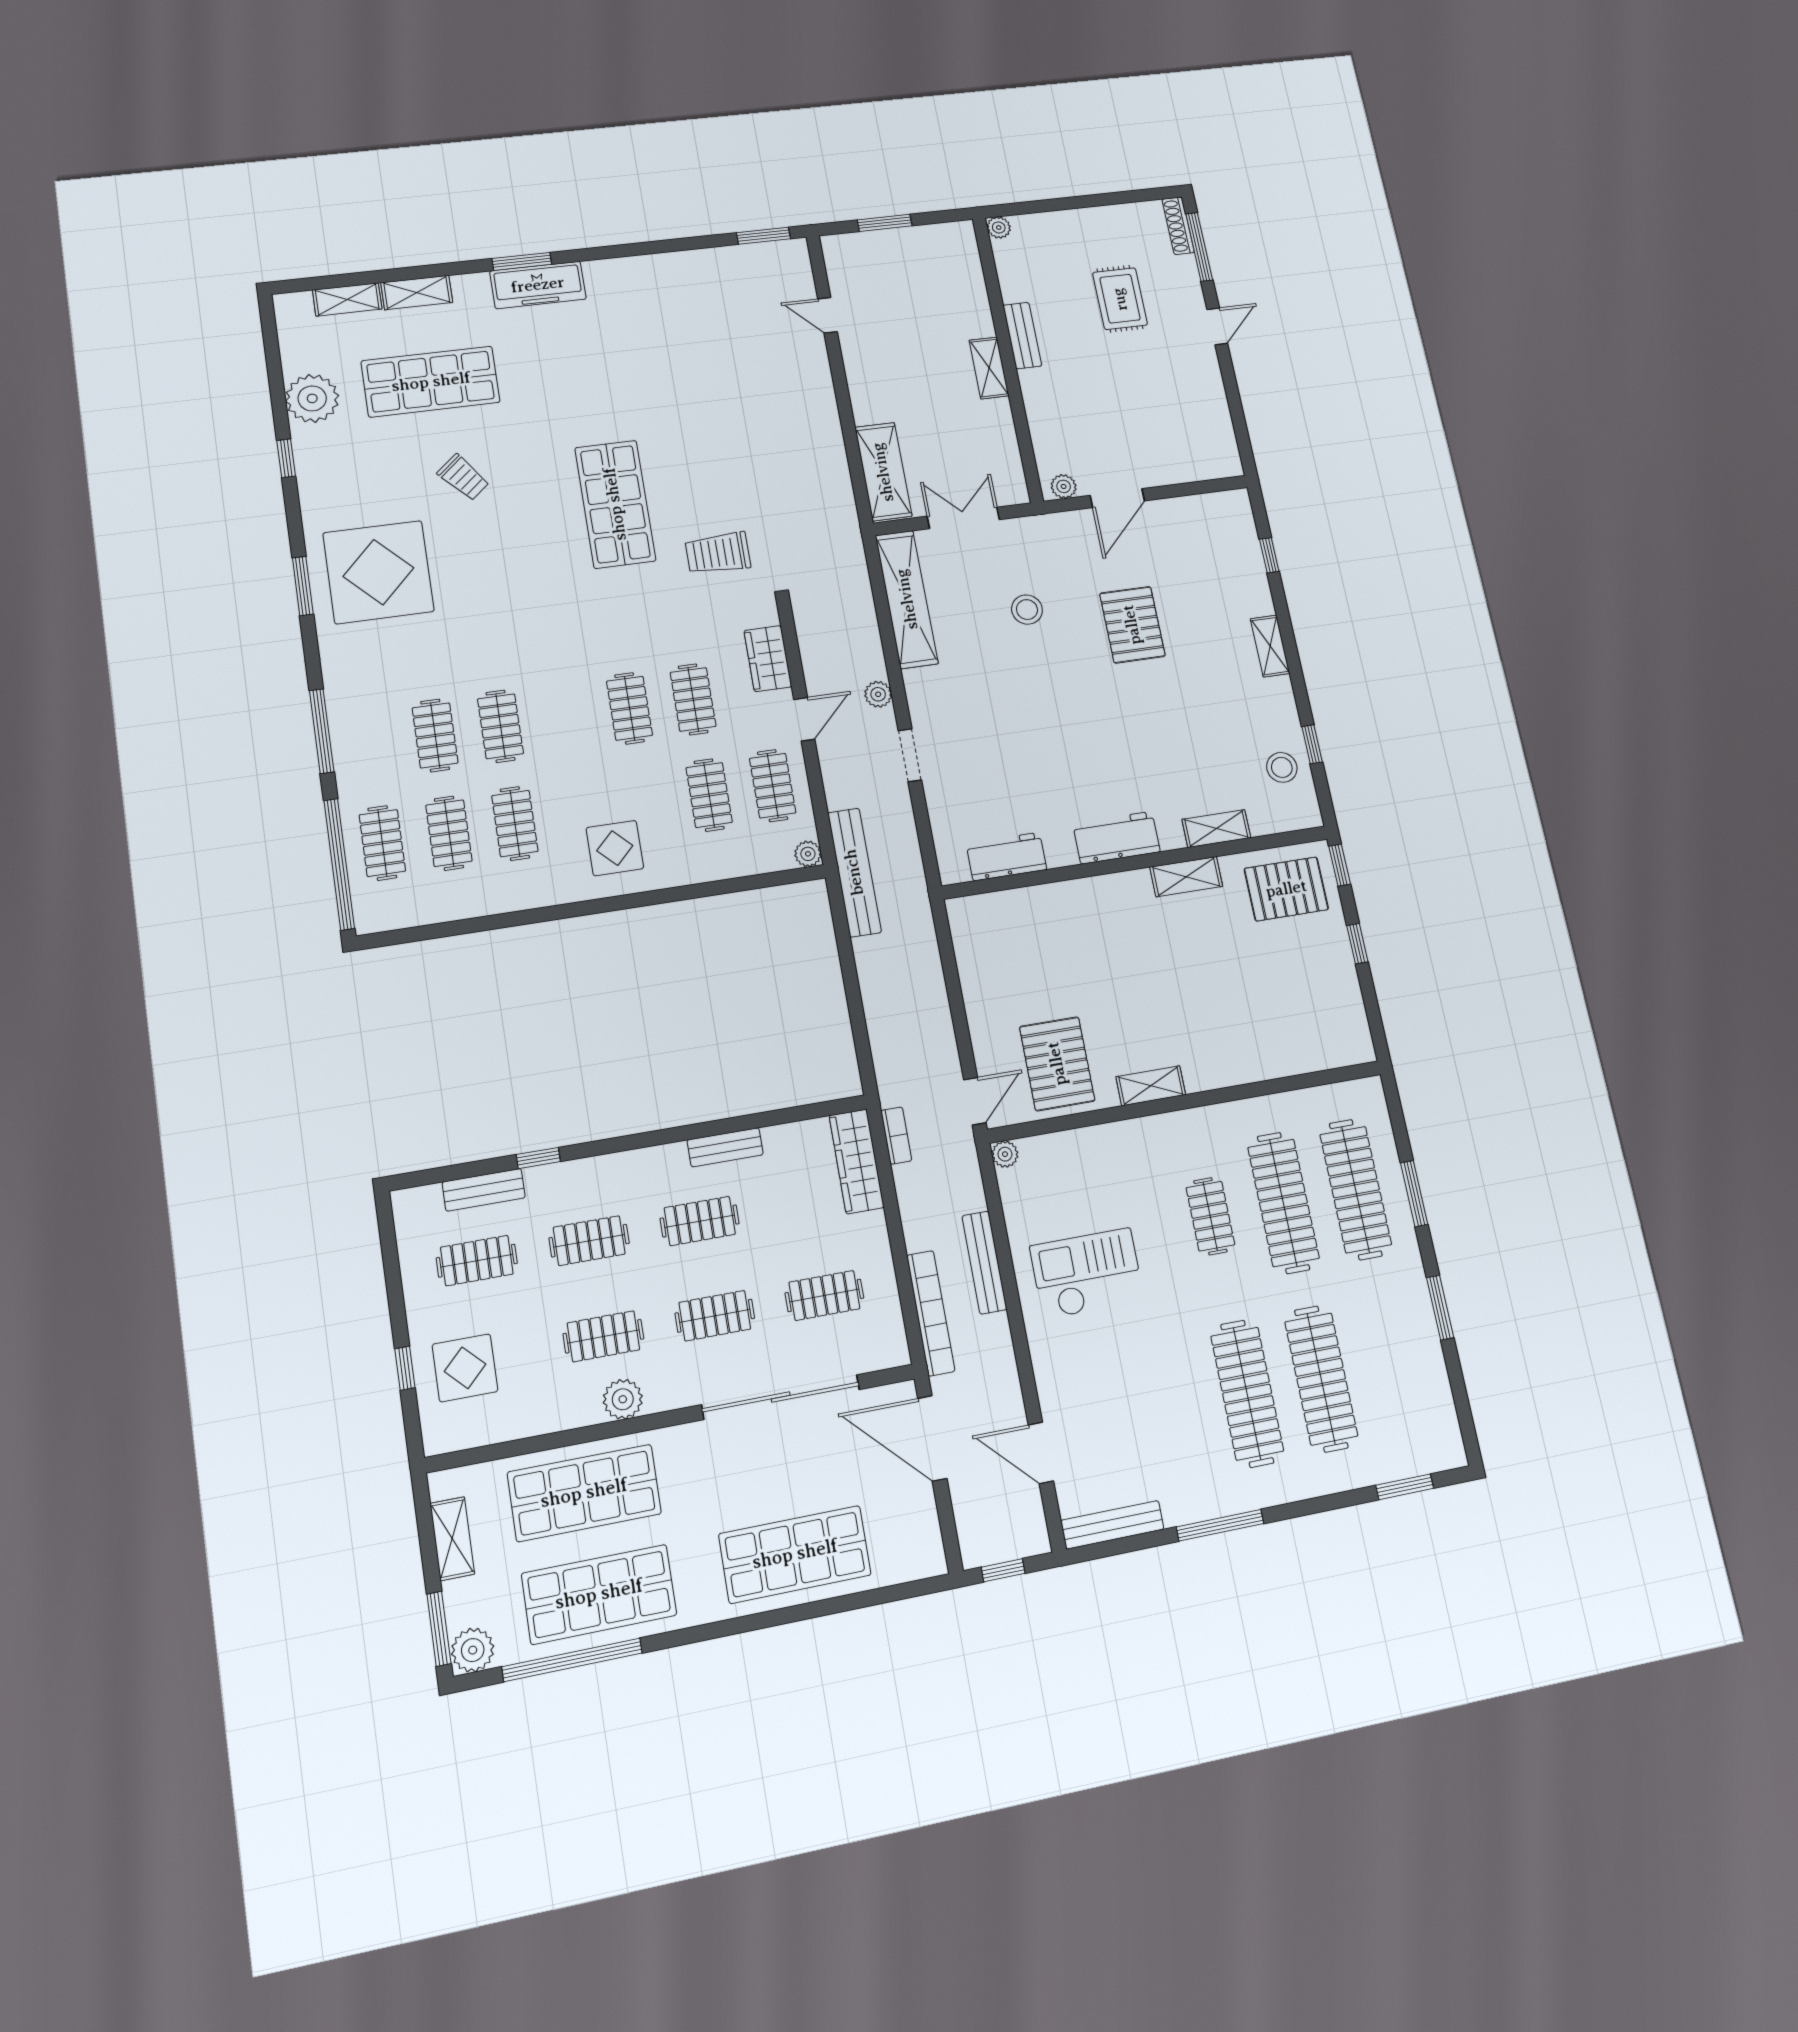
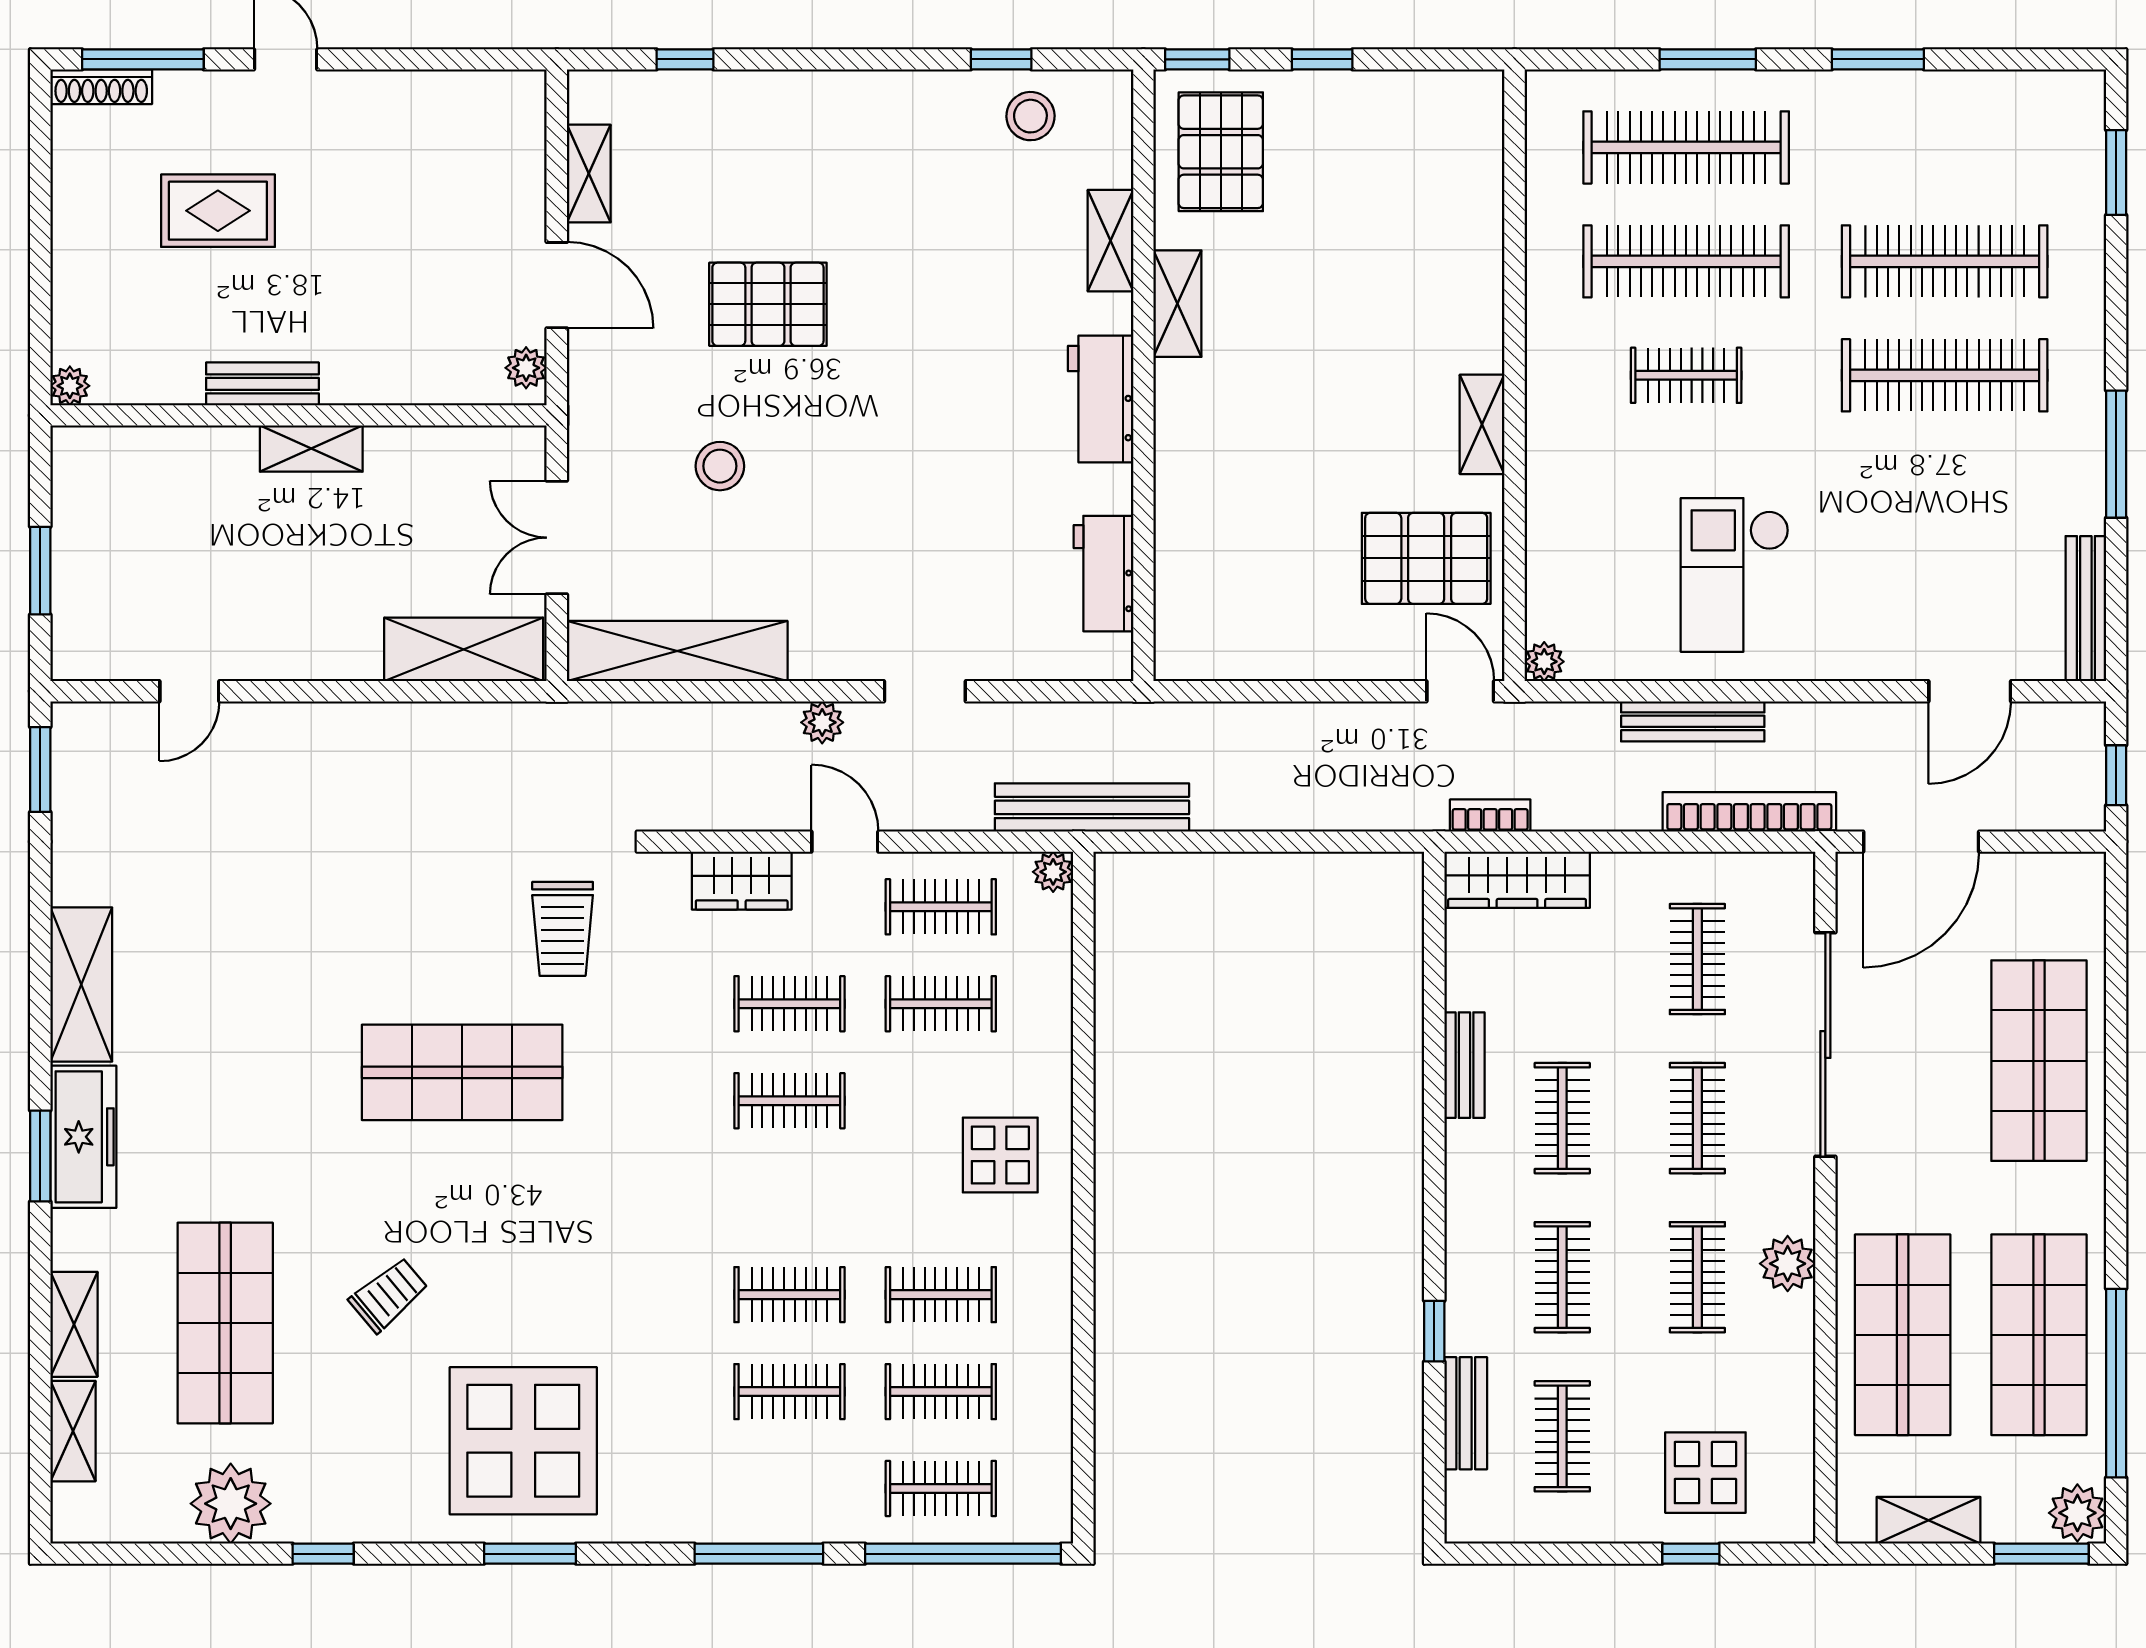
shelving: (634, 273) -> (81, 985), added
shelving: (1270, 646) -> (589, 174), moved, turned 90

